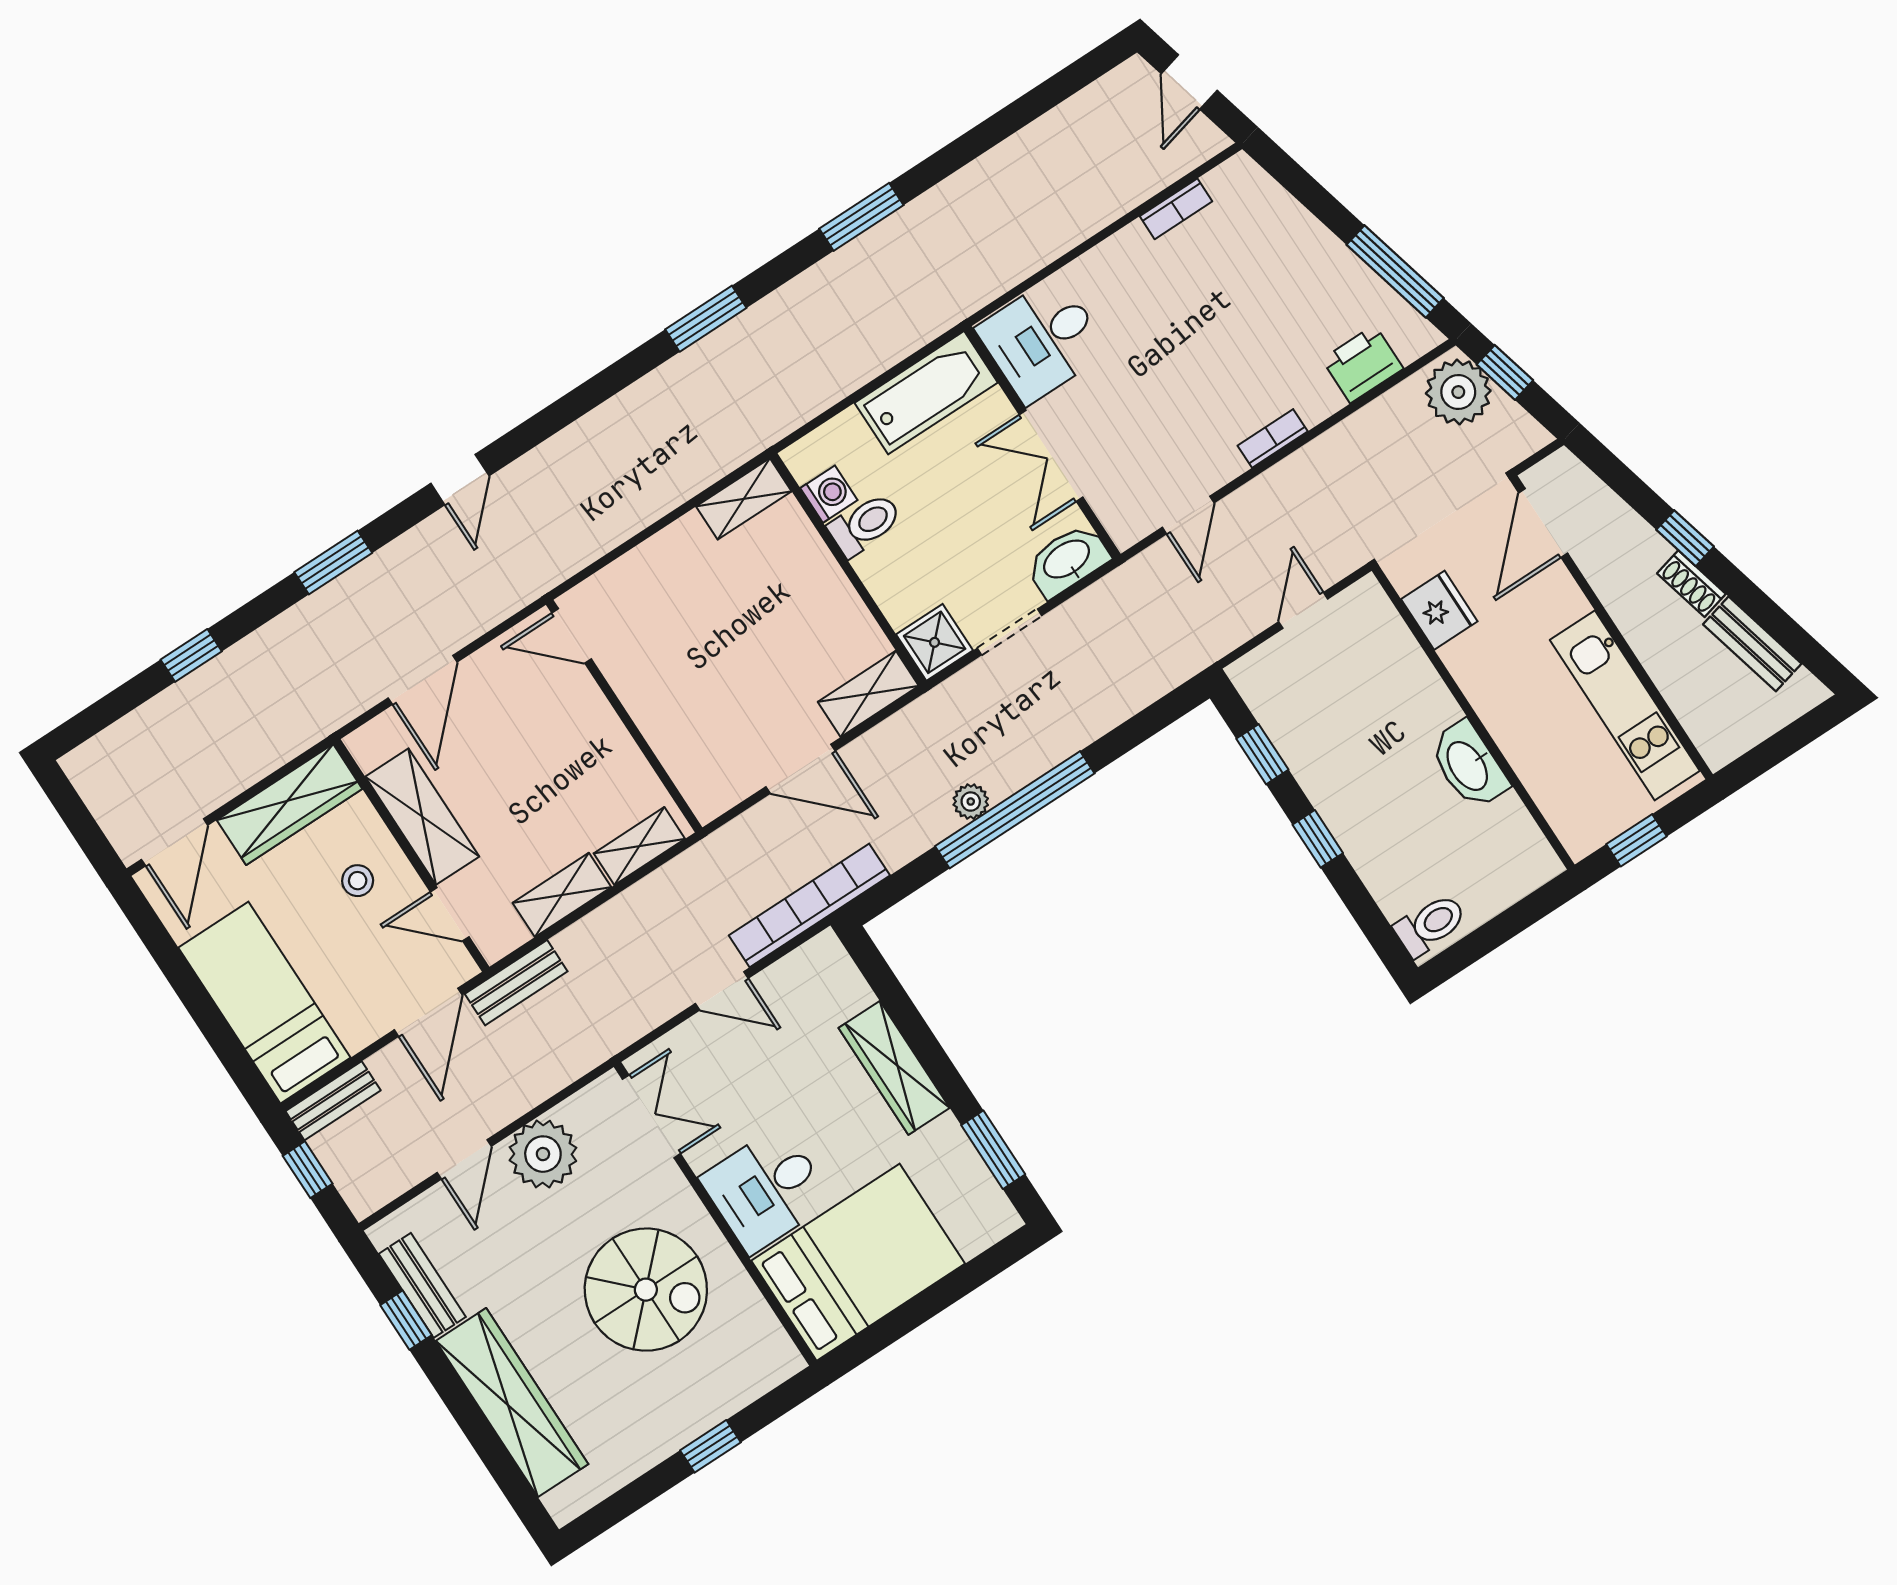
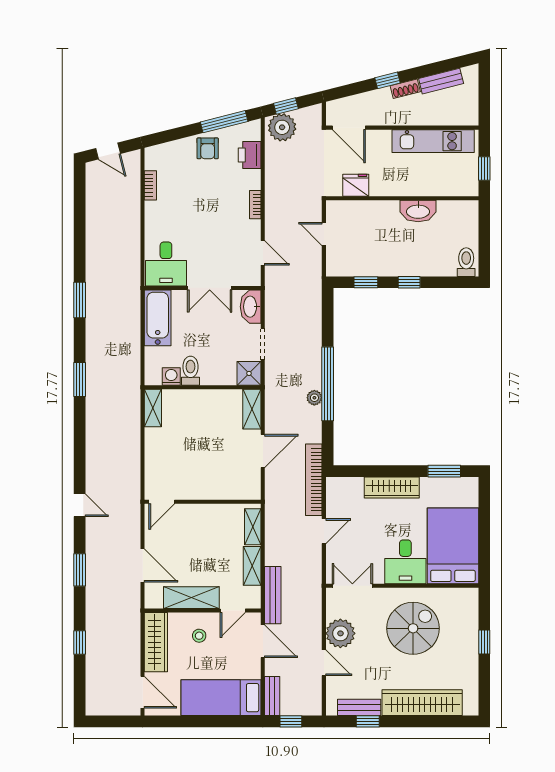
armchair: (1322, 273) -> (208, 148), added
bench: (516, 983) -> (273, 595), width x1.36

